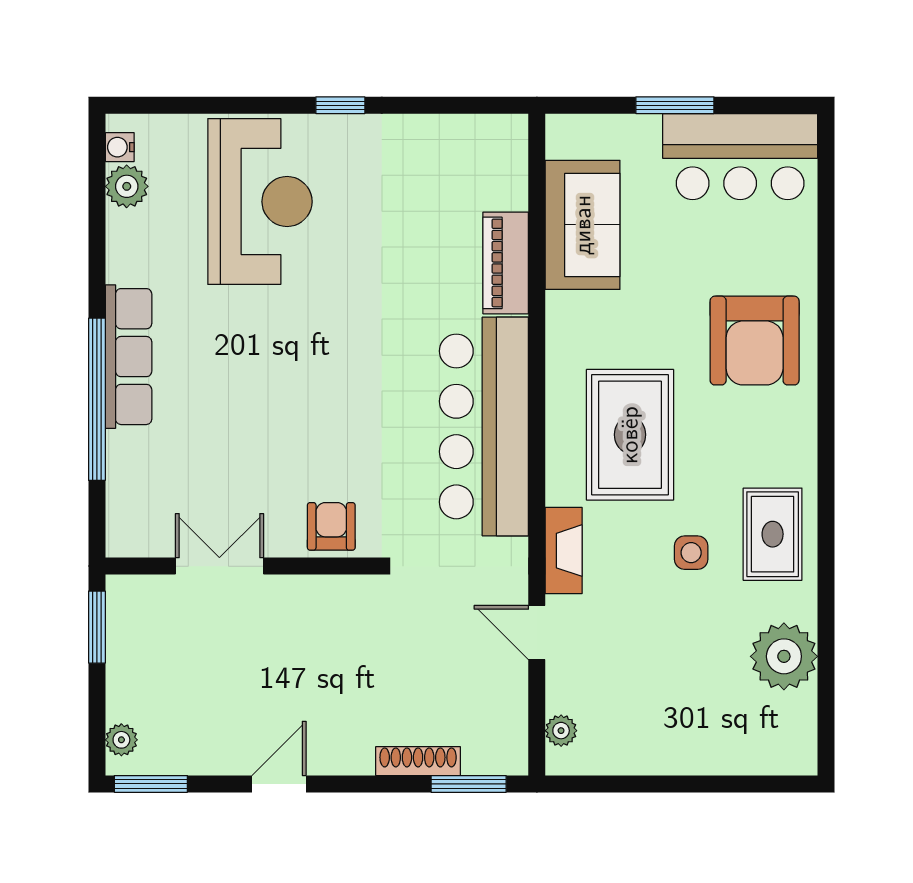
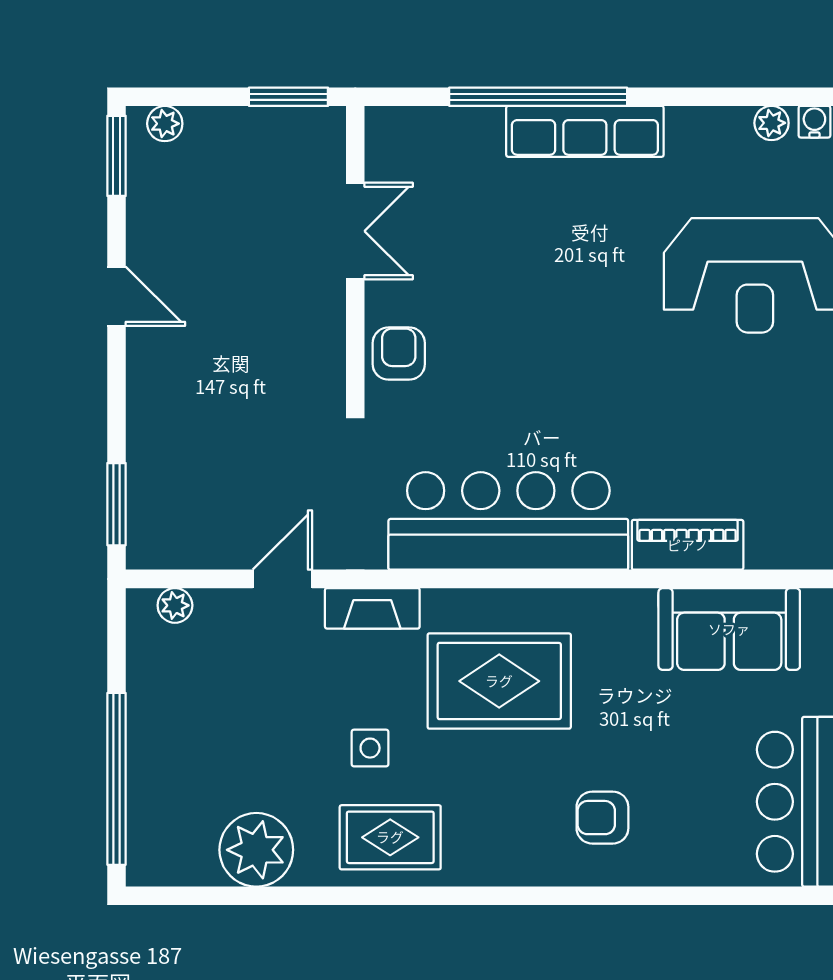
plant: (127, 186) -> (772, 123), width x0.73, depth x0.73
armchair: (755, 341) -> (602, 818), width x0.53, depth x0.53
armchair: (331, 526) -> (399, 354), turned -90
shoe rack: (418, 761) -> (141, 449), removed
window: (719, 784) -> (116, 779), added

